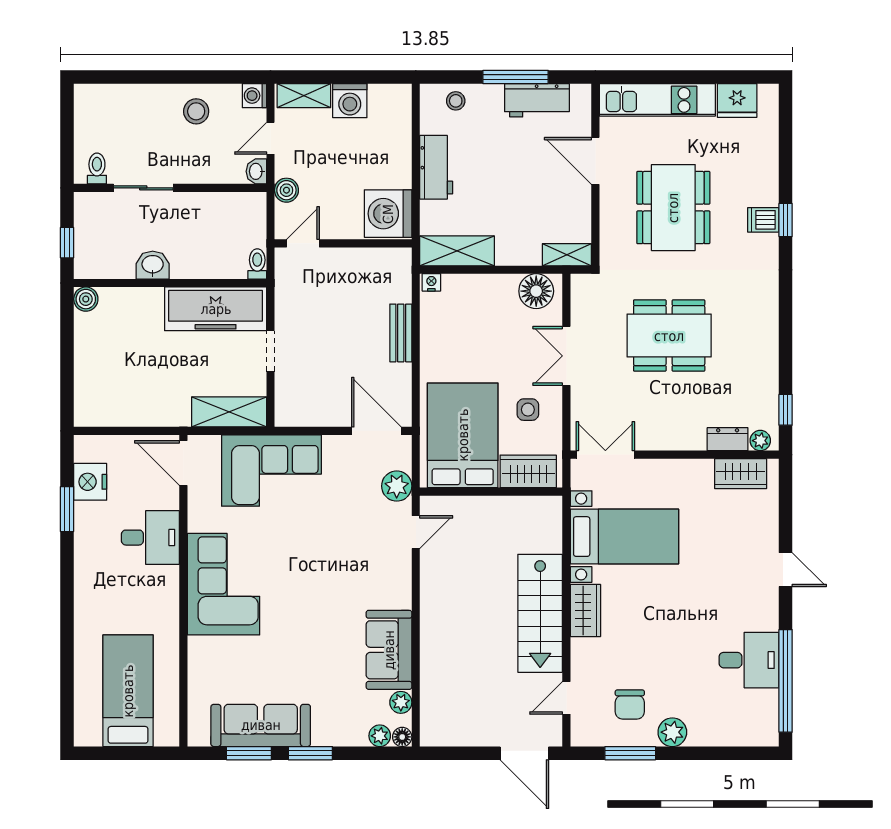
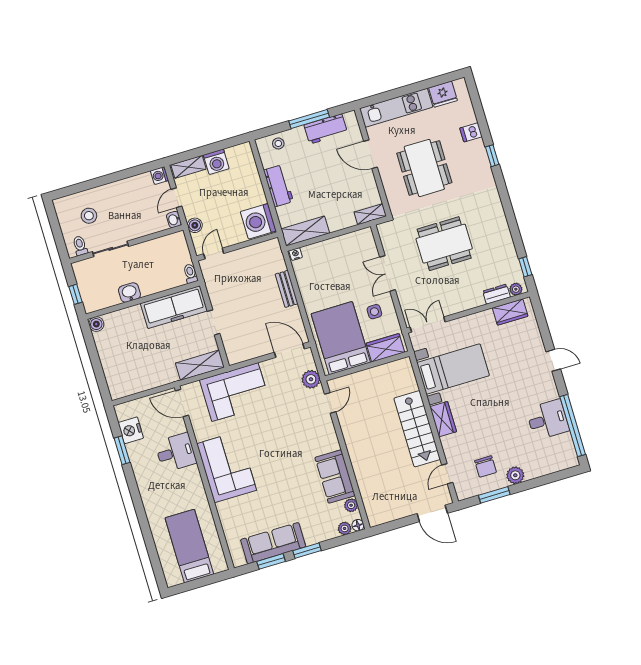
stool: (196, 111) -> (89, 216), moved
dishwasher: (763, 220) -> (471, 132), moved
floor lamp: (536, 291) -> (359, 241), removed

